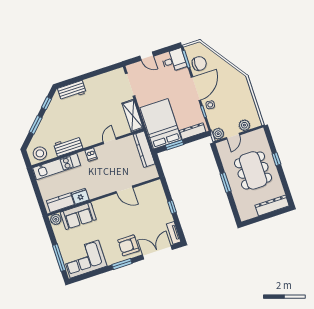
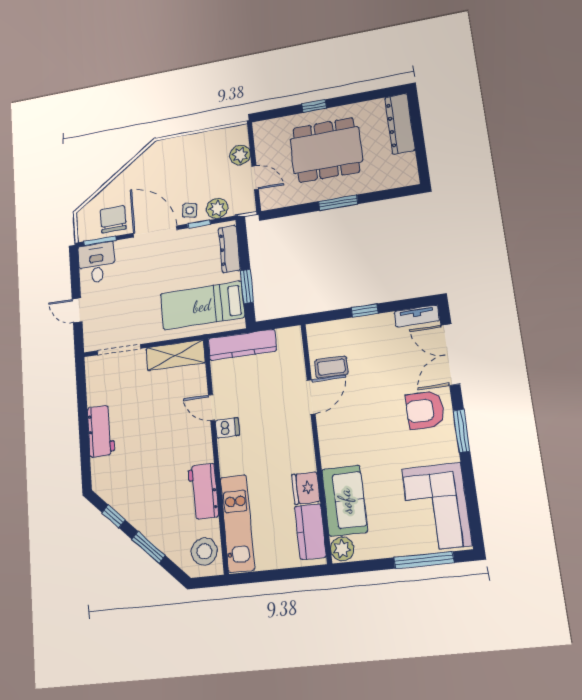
door: (147, 56) -> (77, 310), swing flipped
workbench: (72, 91) -> (101, 431), moved
bed: (161, 124) -> (202, 306), width x0.67
plant: (218, 134) -> (217, 208), moved
dishwasher: (91, 155) -> (227, 428), moved
coffee table: (141, 196) -> (331, 367), added
armchair: (128, 245) -> (425, 410), turned 90

